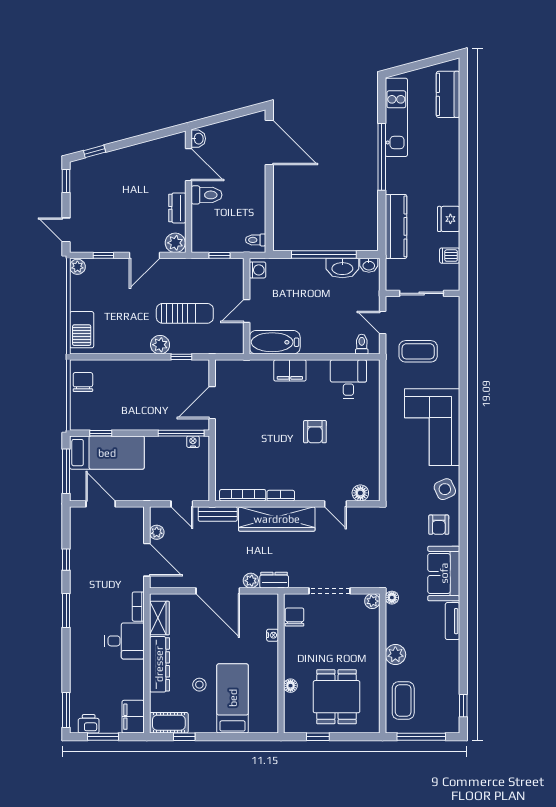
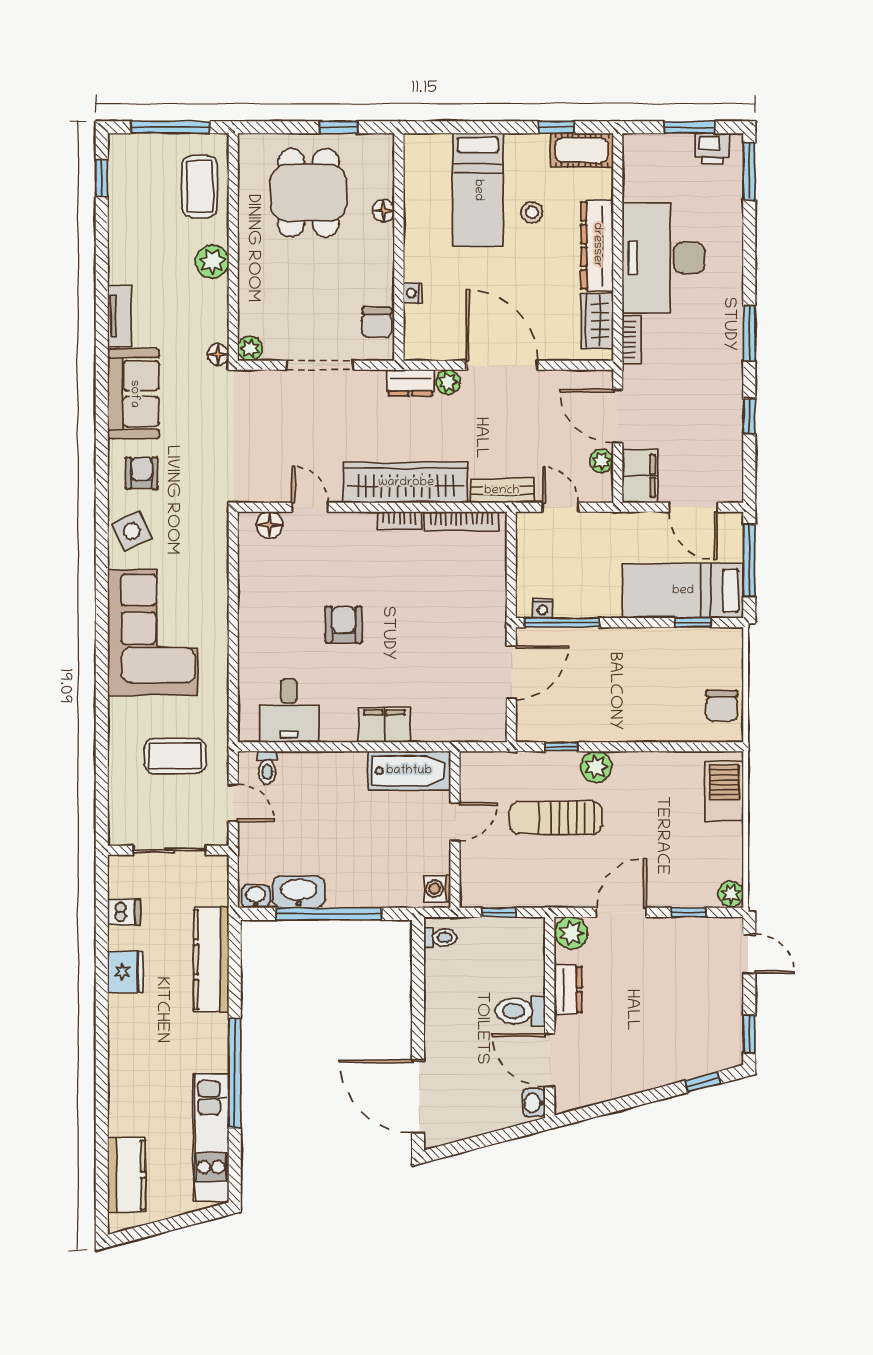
desk: (125, 641) -> (664, 258), width x1.87, depth x1.30
filing cabinet: (133, 717) -> (640, 476), moved

